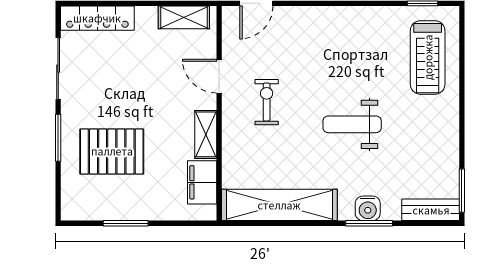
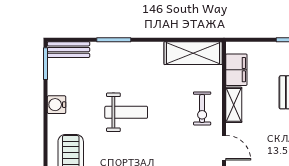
exercise bike: (267, 102) -> (202, 108), moved
shelving: (279, 205) -> (193, 53), width x0.68
water cooler: (368, 208) -> (57, 105), moved, turned -90

